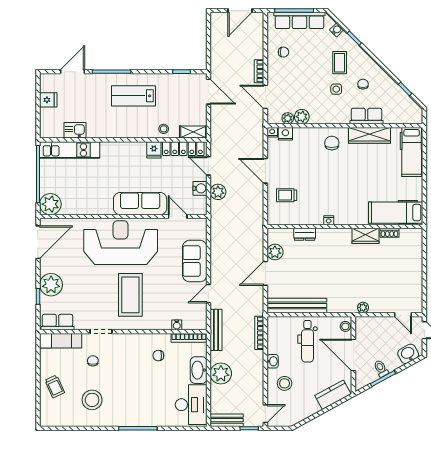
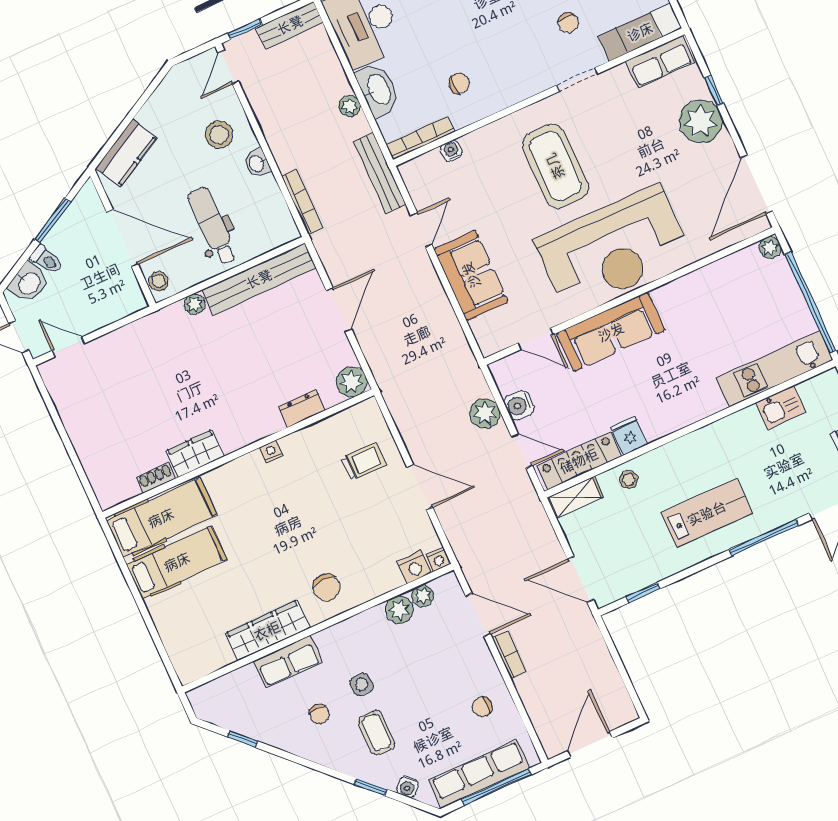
hospital bed: (412, 152) -> (177, 562), moved, turned 90
plant: (50, 204) -> (770, 248), width x0.53, depth x0.53
plant: (275, 252) -> (352, 382), moved
plant: (363, 307) -> (195, 304), moved
toilet: (381, 369) -> (46, 260), moved
plant: (221, 374) -> (349, 106), width x0.53, depth x0.53

